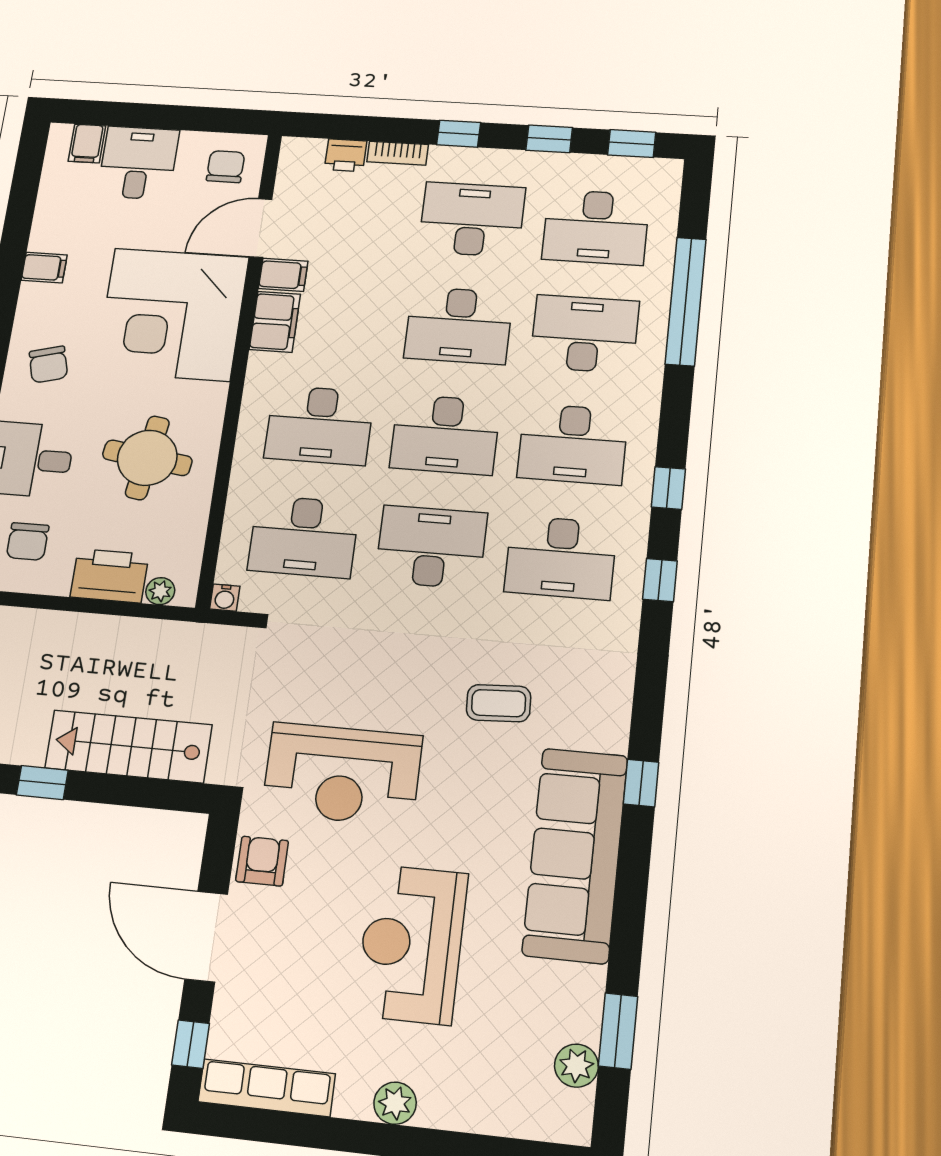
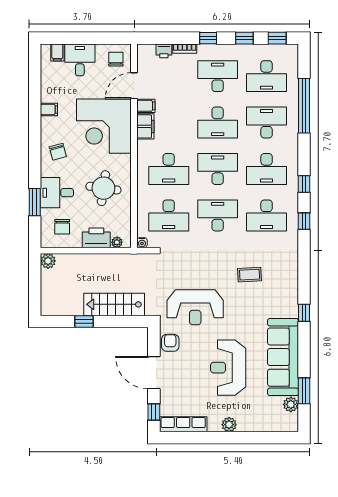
desk: (445, 434) -> (218, 169), turned 180
window: (641, 783) -> (304, 313), moved
sofa: (575, 855) -> (283, 357), moved

